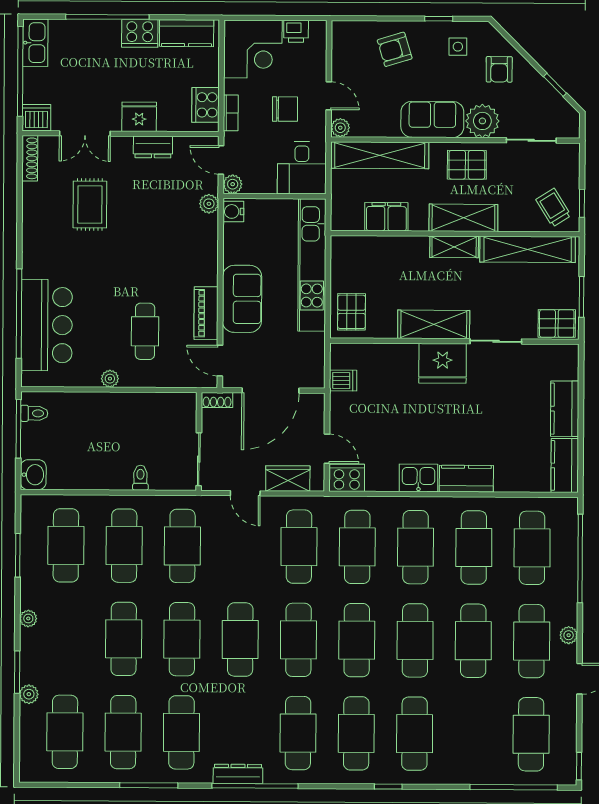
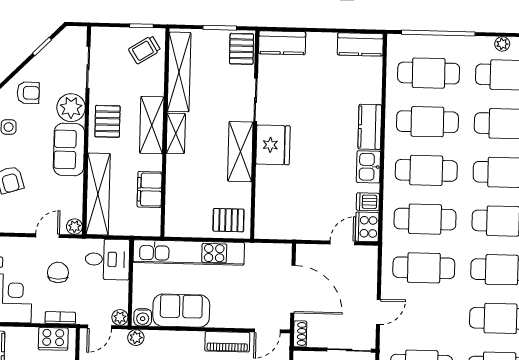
sofa: (242, 299) -> (181, 311), moved
dishwasher: (343, 380) -> (368, 202), moved, turned -90
kitchen counter: (565, 409) -> (282, 43), moved
wardrobe: (288, 478) -> (367, 276), removed

